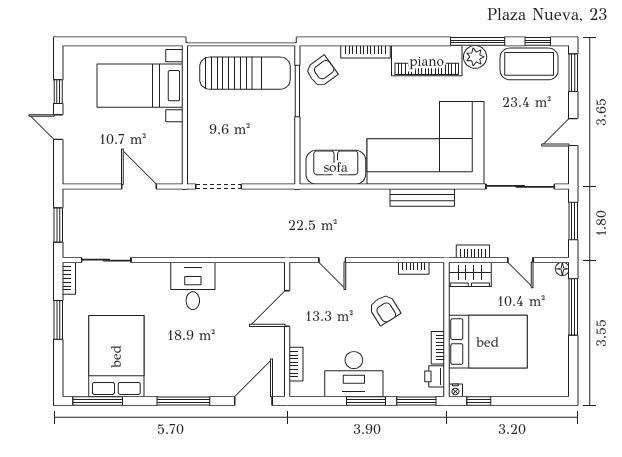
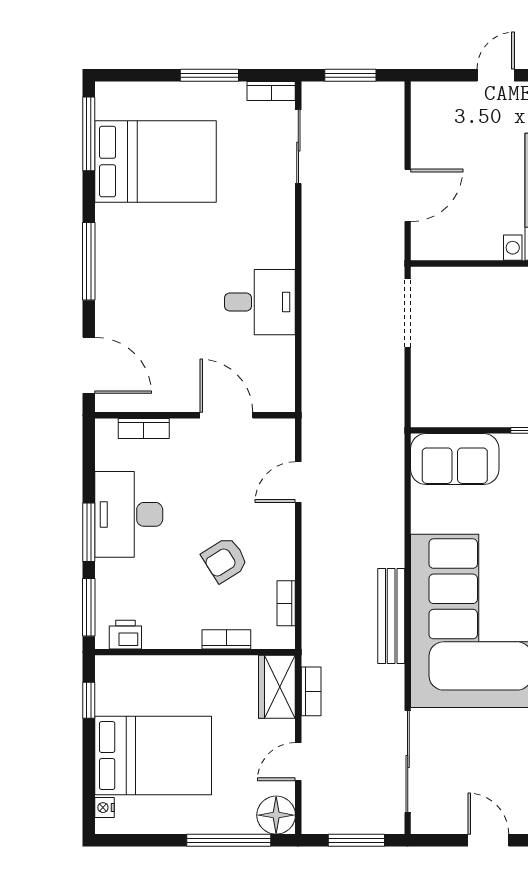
sofa: (336, 167) -> (455, 459), moved, turned 90
floor lamp: (562, 269) -> (276, 815), width x1.89, depth x1.89
desk: (193, 286) -> (260, 302), moved
bed: (488, 342) -> (153, 756), moved, turned -90
bookcase: (438, 348) -> (226, 639), moved
nightstand: (455, 390) -> (105, 808), moved

